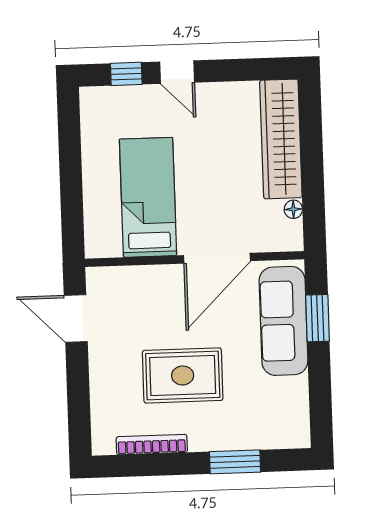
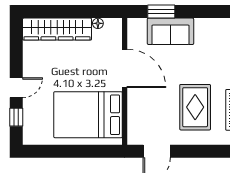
bed: (148, 197) -> (88, 115), width x1.50
sofa: (283, 321) -> (170, 31), width x0.73
rug: (183, 375) -> (195, 107), moved

